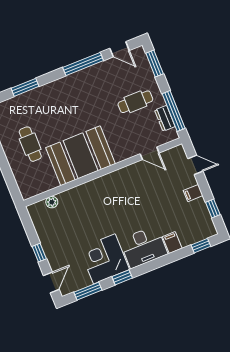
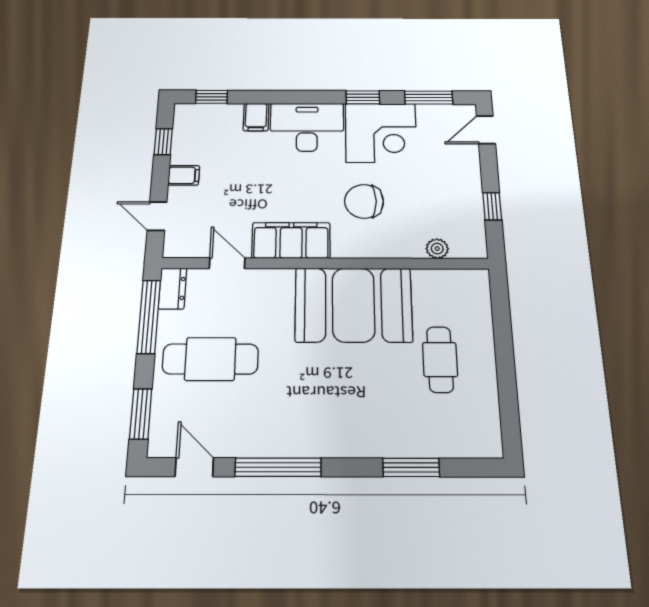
cafe table: (135, 102) -> (210, 359), width x1.37, depth x1.35
dresser: (165, 118) -> (173, 288), moved
filing cabinet: (124, 178) -> (291, 240), added
chair: (97, 214) -> (364, 201), added
window: (39, 253) -> (492, 206), moved

